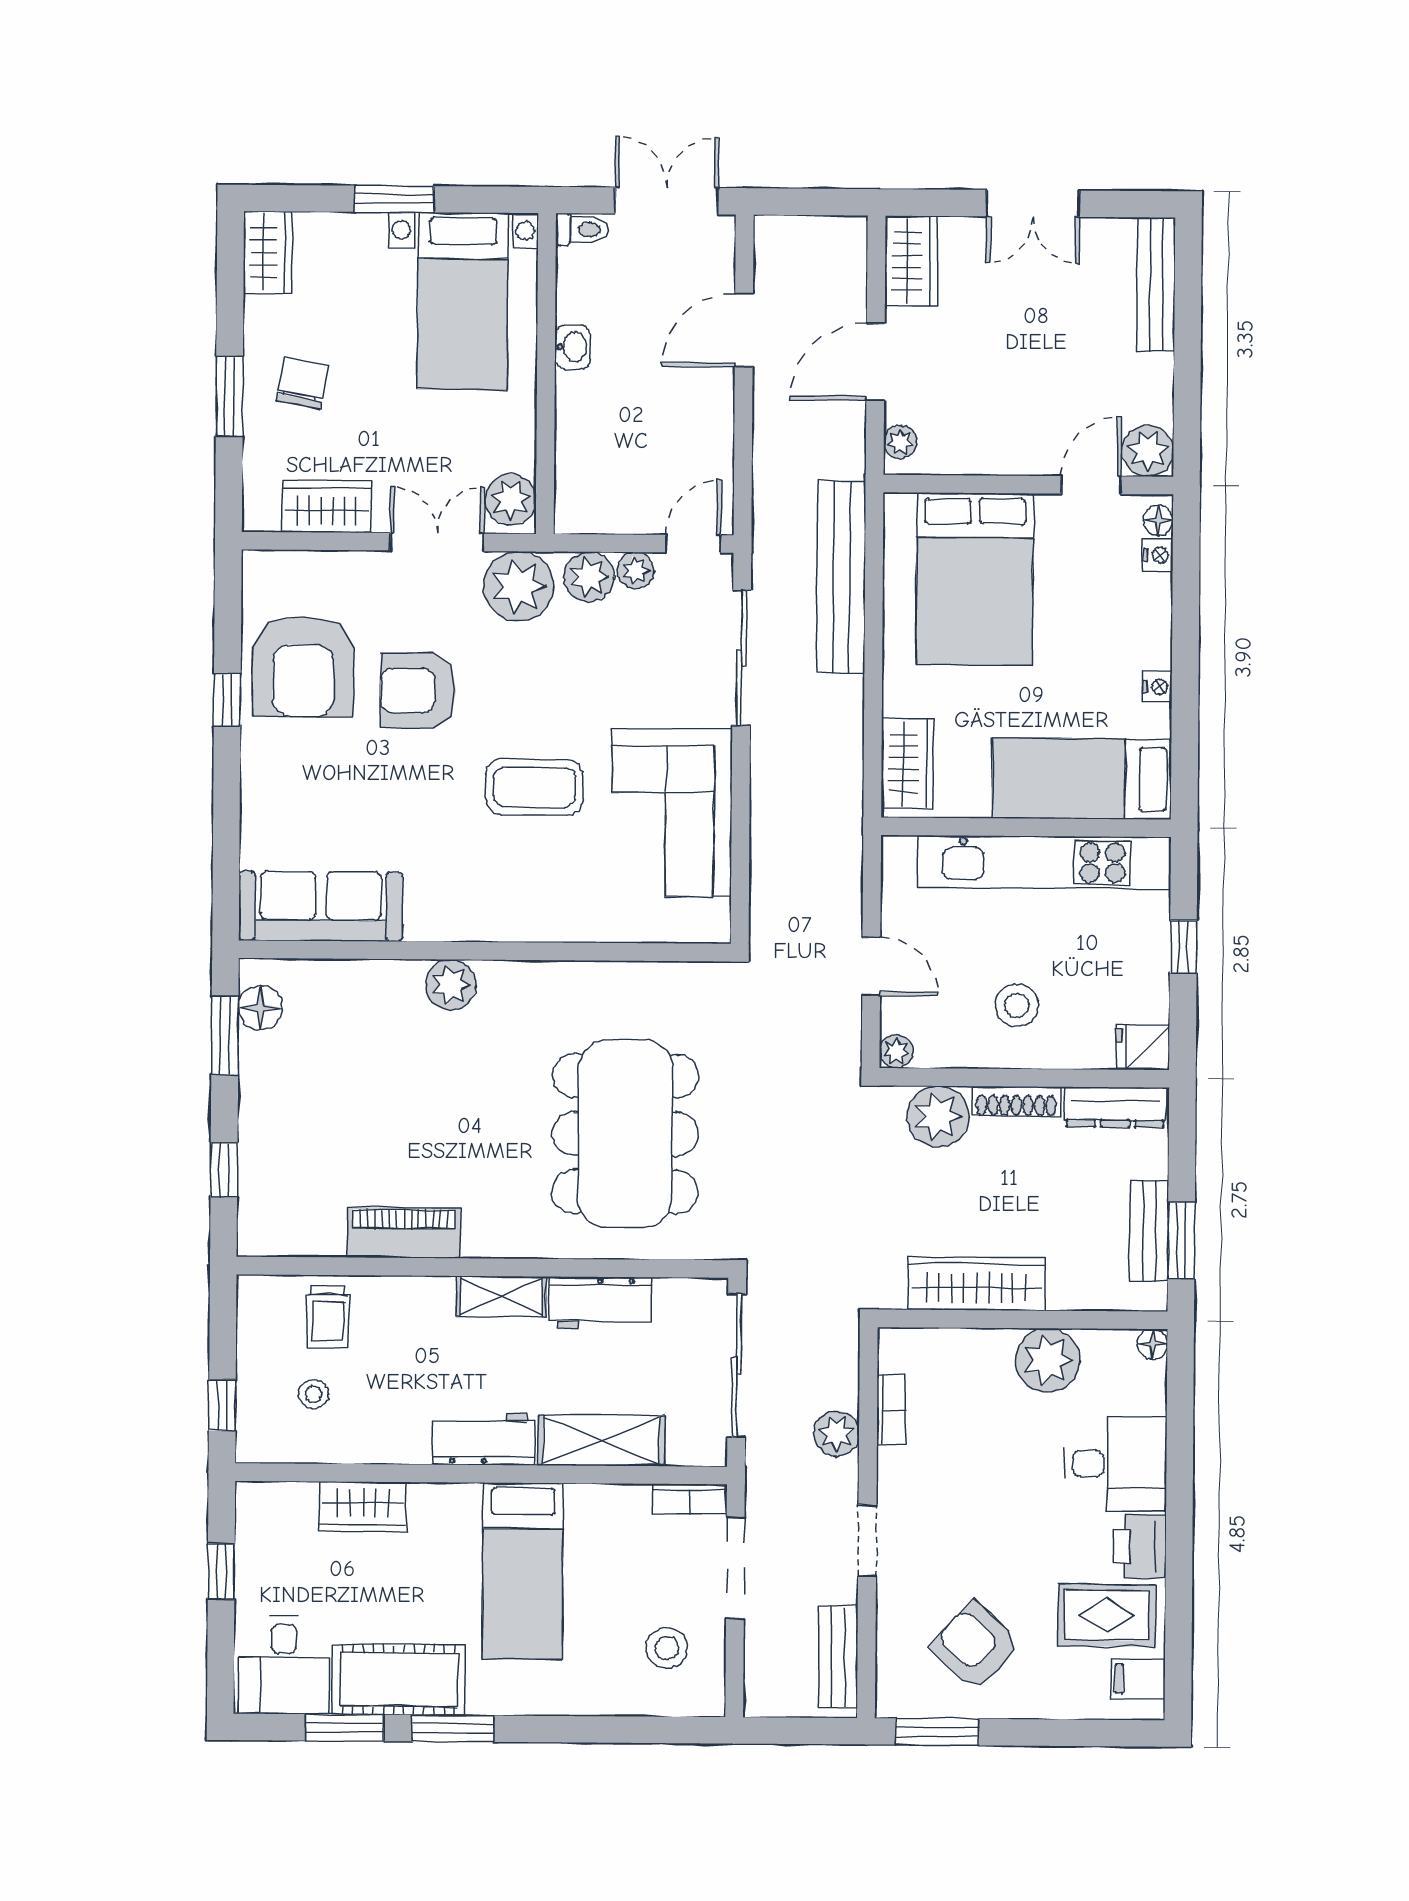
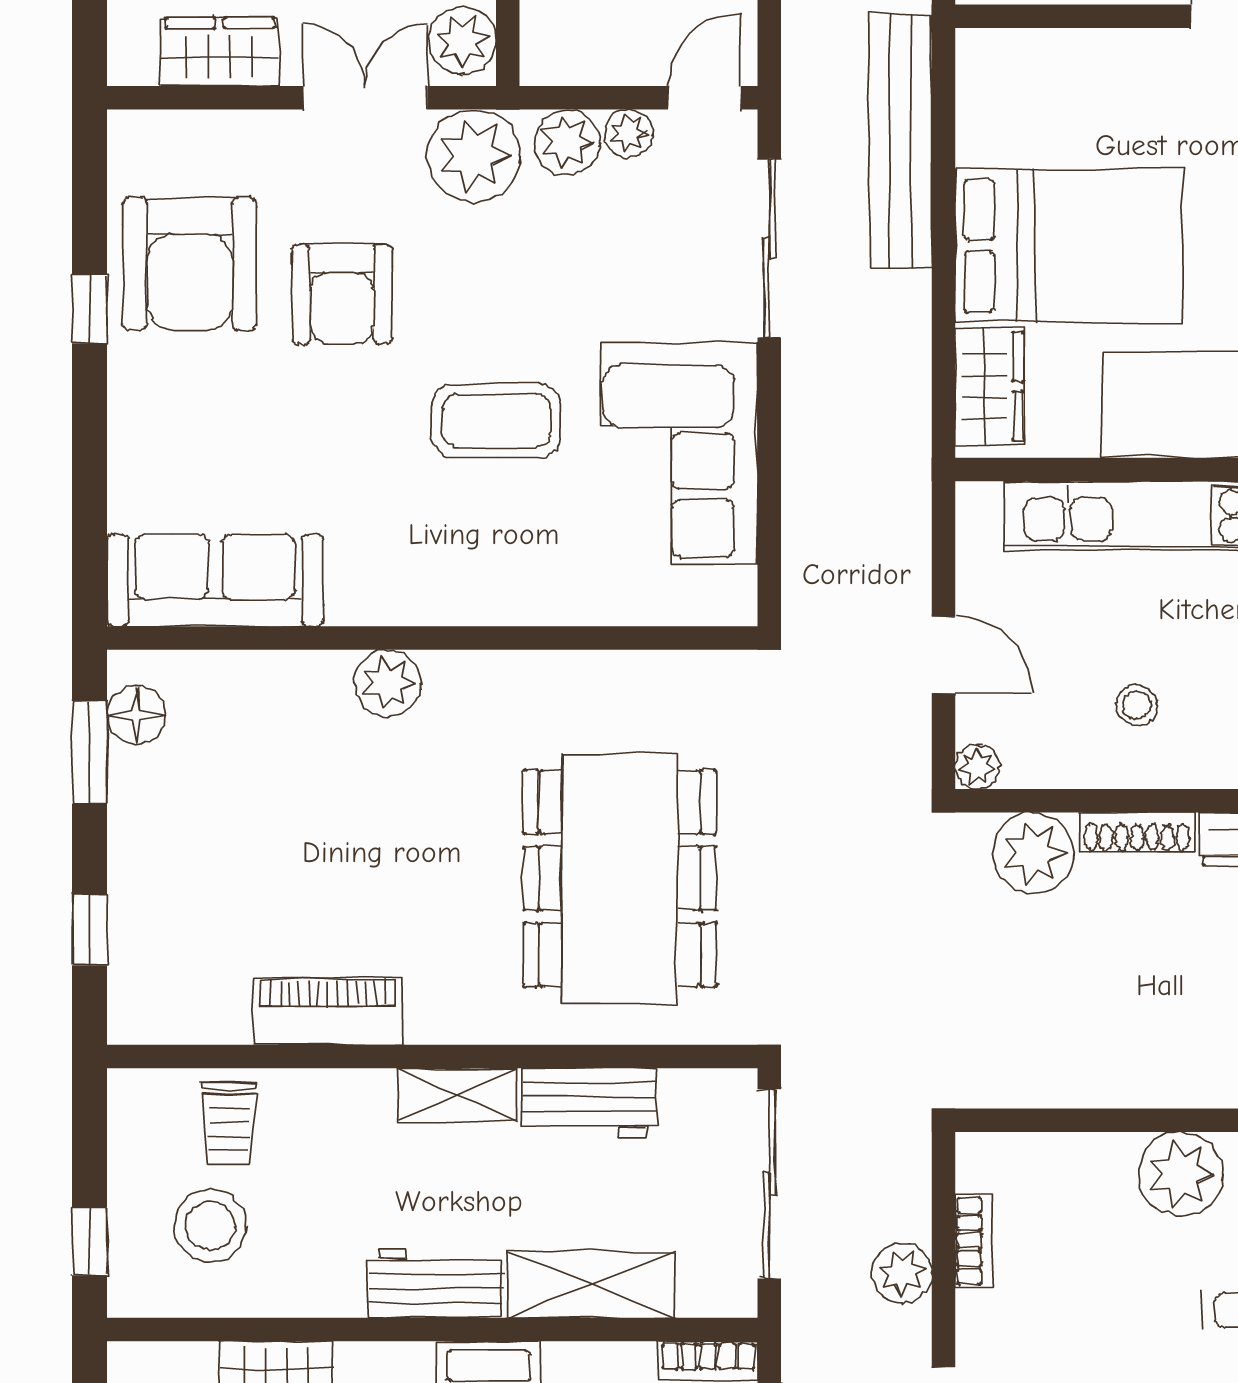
bed: (975, 579) -> (1069, 246), moved, turned -90
armchair: (418, 691) -> (342, 294), turned -90
stool: (1017, 1005) -> (1137, 705), width x0.73, depth x0.73
wardrobe: (976, 1284) -> (1086, 1074), removed
stool: (314, 1394) -> (210, 1226), width x1.89, depth x1.89

